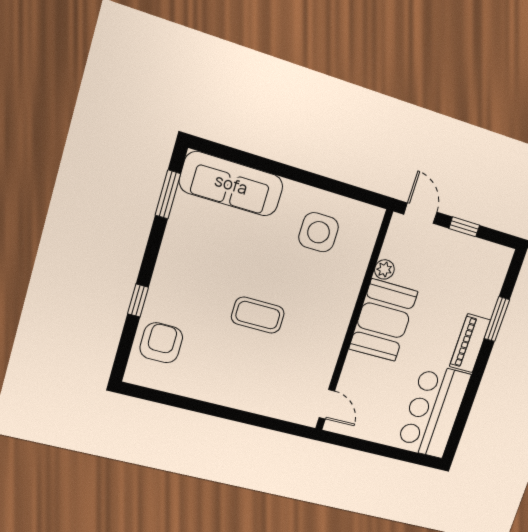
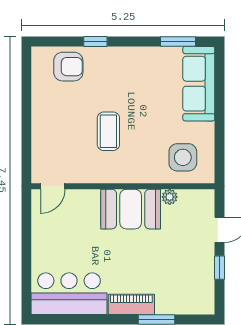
plant: (384, 269) -> (170, 197), moved
booth: (383, 320) -> (131, 209), moved
wall: (354, 322) -> (123, 186), moved
door: (327, 404) -> (53, 186), moved

